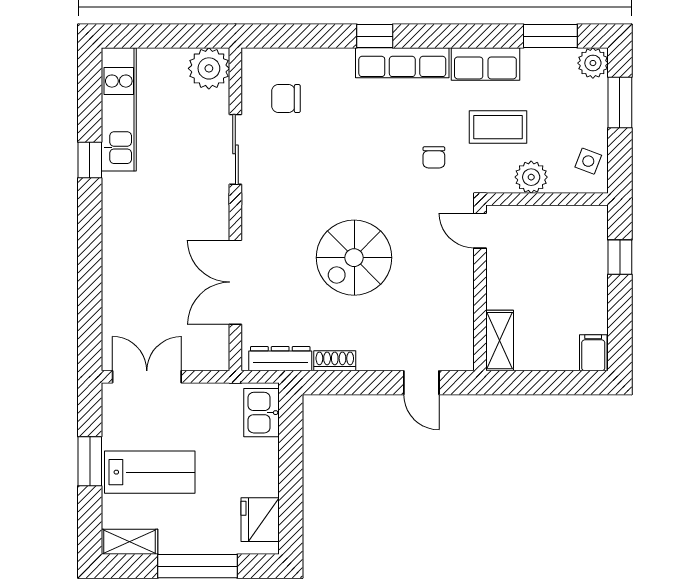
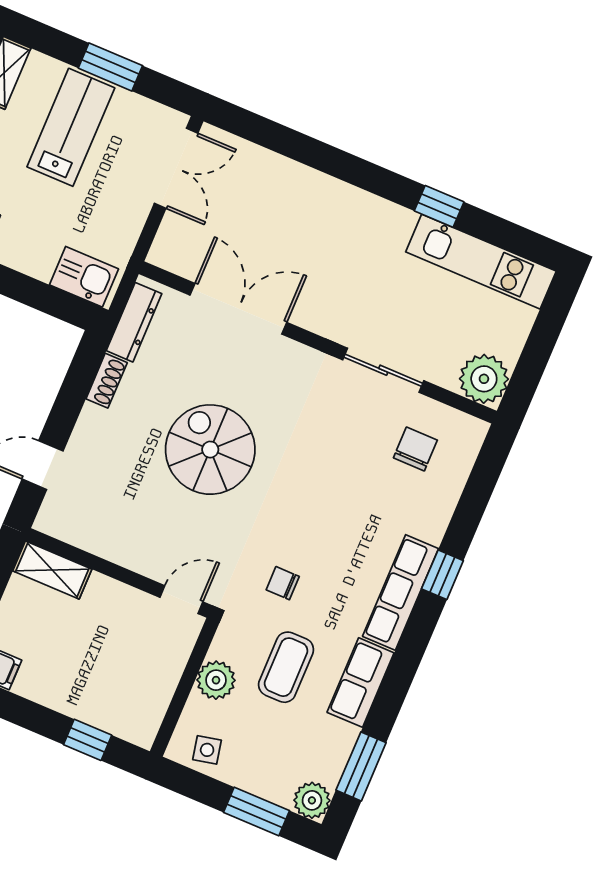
side table: (588, 161) -> (207, 750), turned -33
lab bench: (150, 472) -> (71, 127), turned 180

